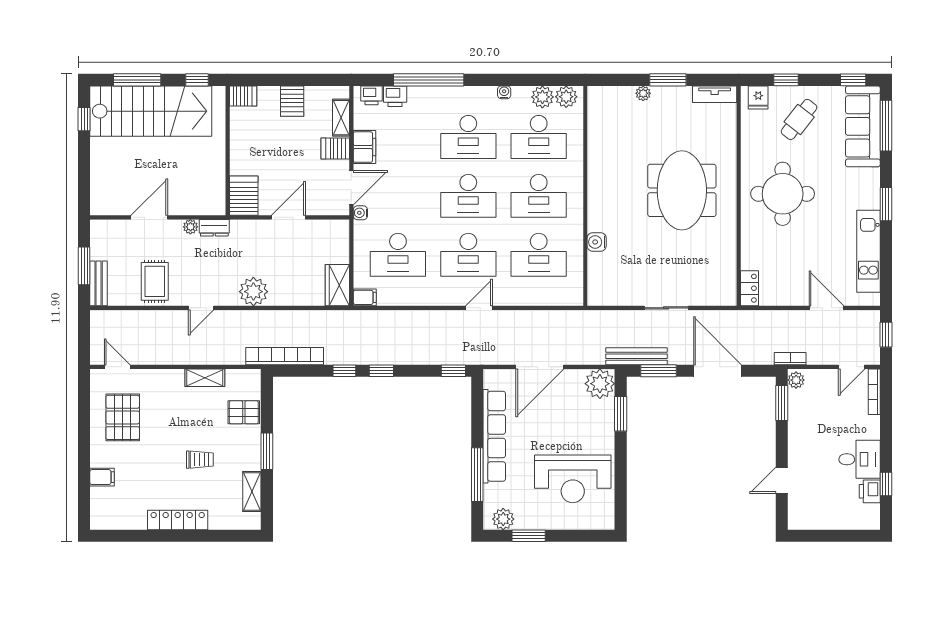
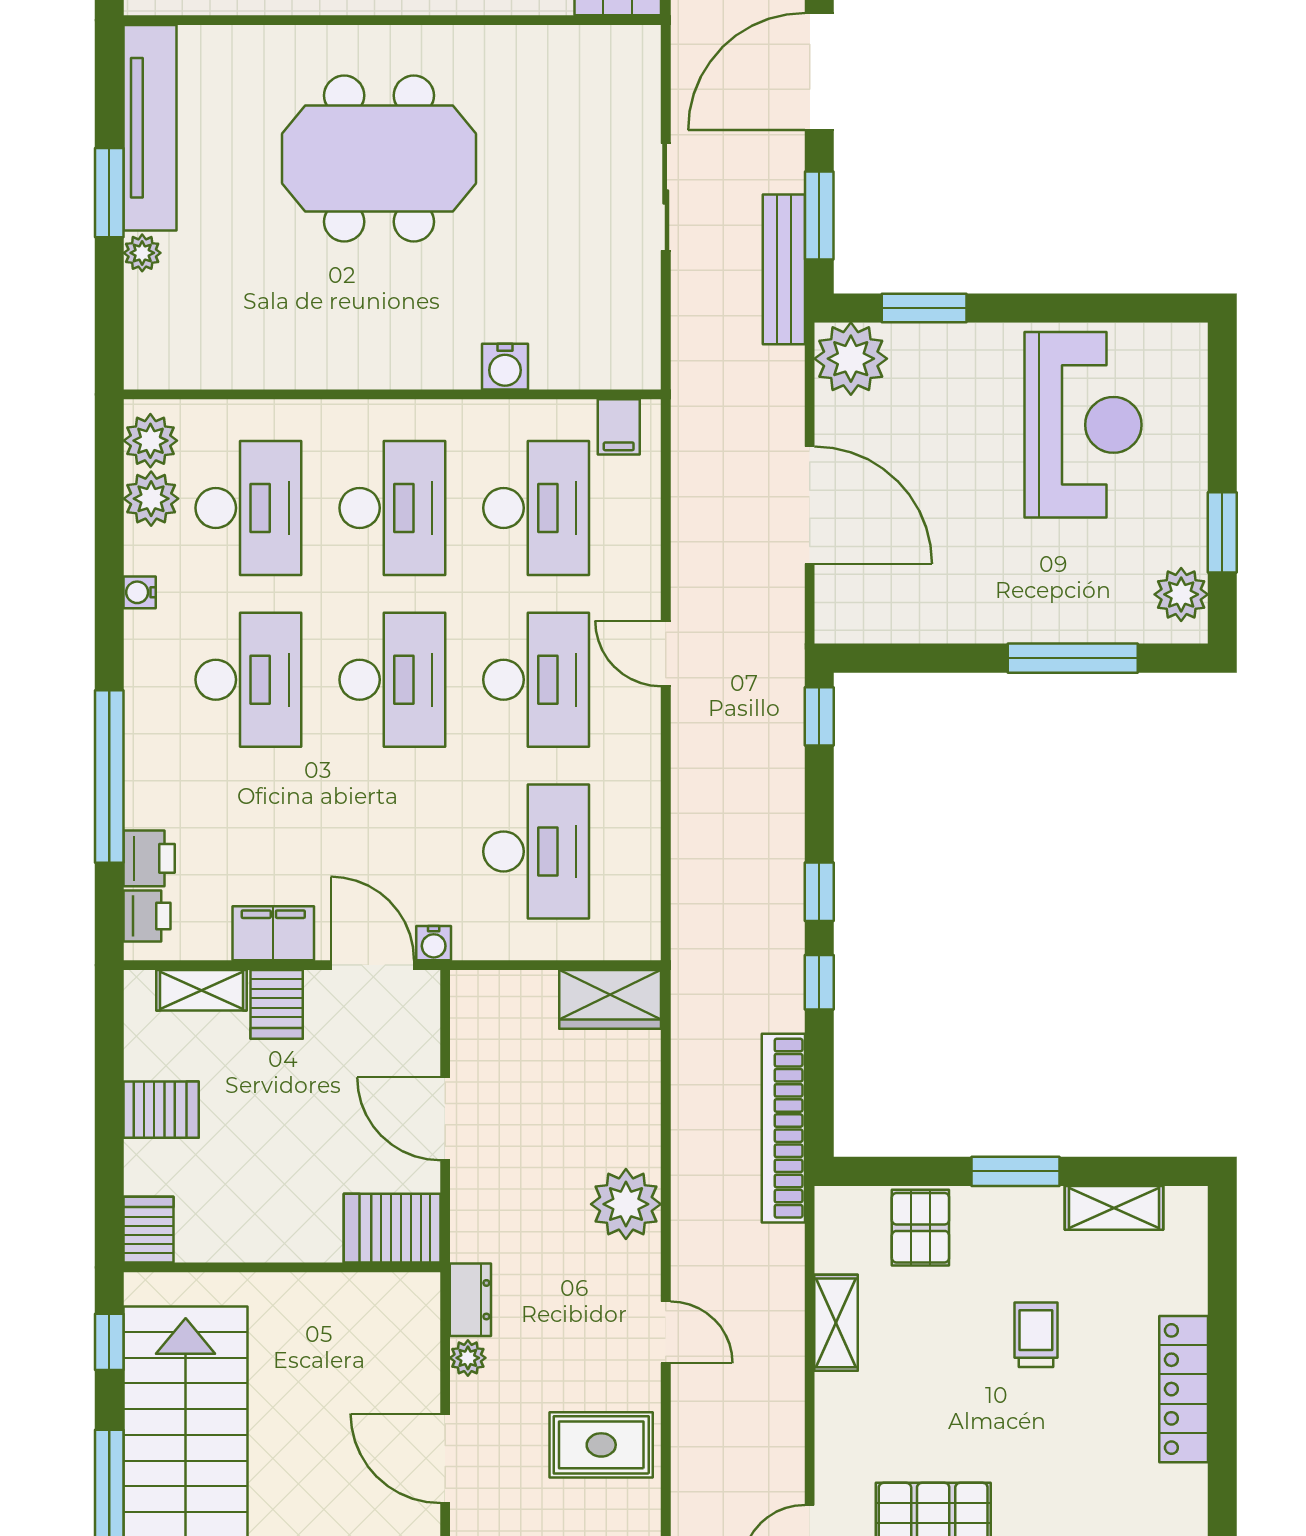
tv unit: (715, 94) -> (150, 128), width x1.92, depth x1.29
filing cabinet: (365, 297) -> (619, 427), moved, turned 180
row of seats: (494, 436) -> (979, 617), removed

